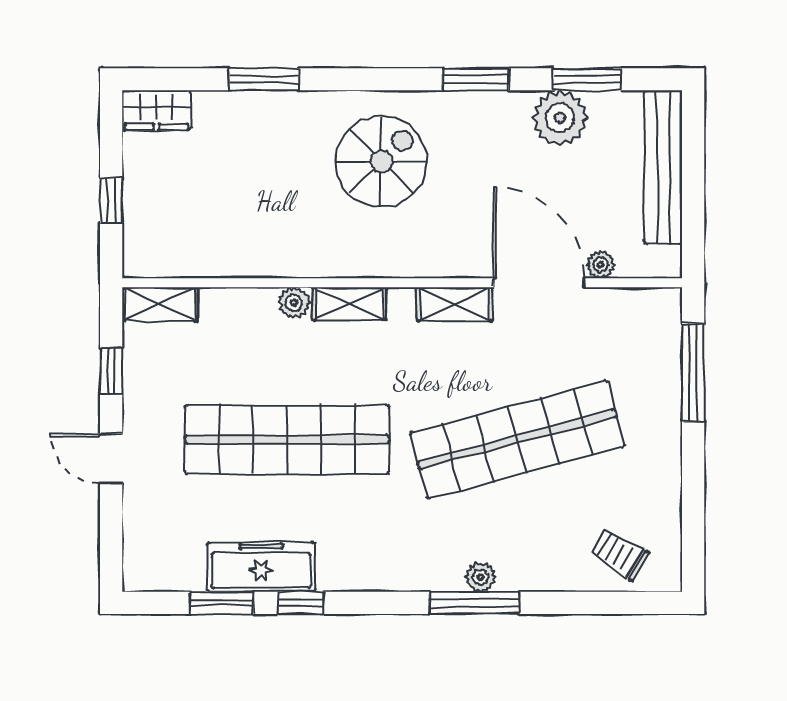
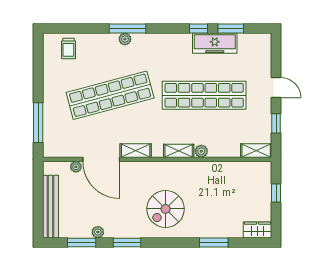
plant: (560, 118) -> (98, 232), width x0.53, depth x0.53
trolley: (619, 554) -> (68, 49), turned 59

